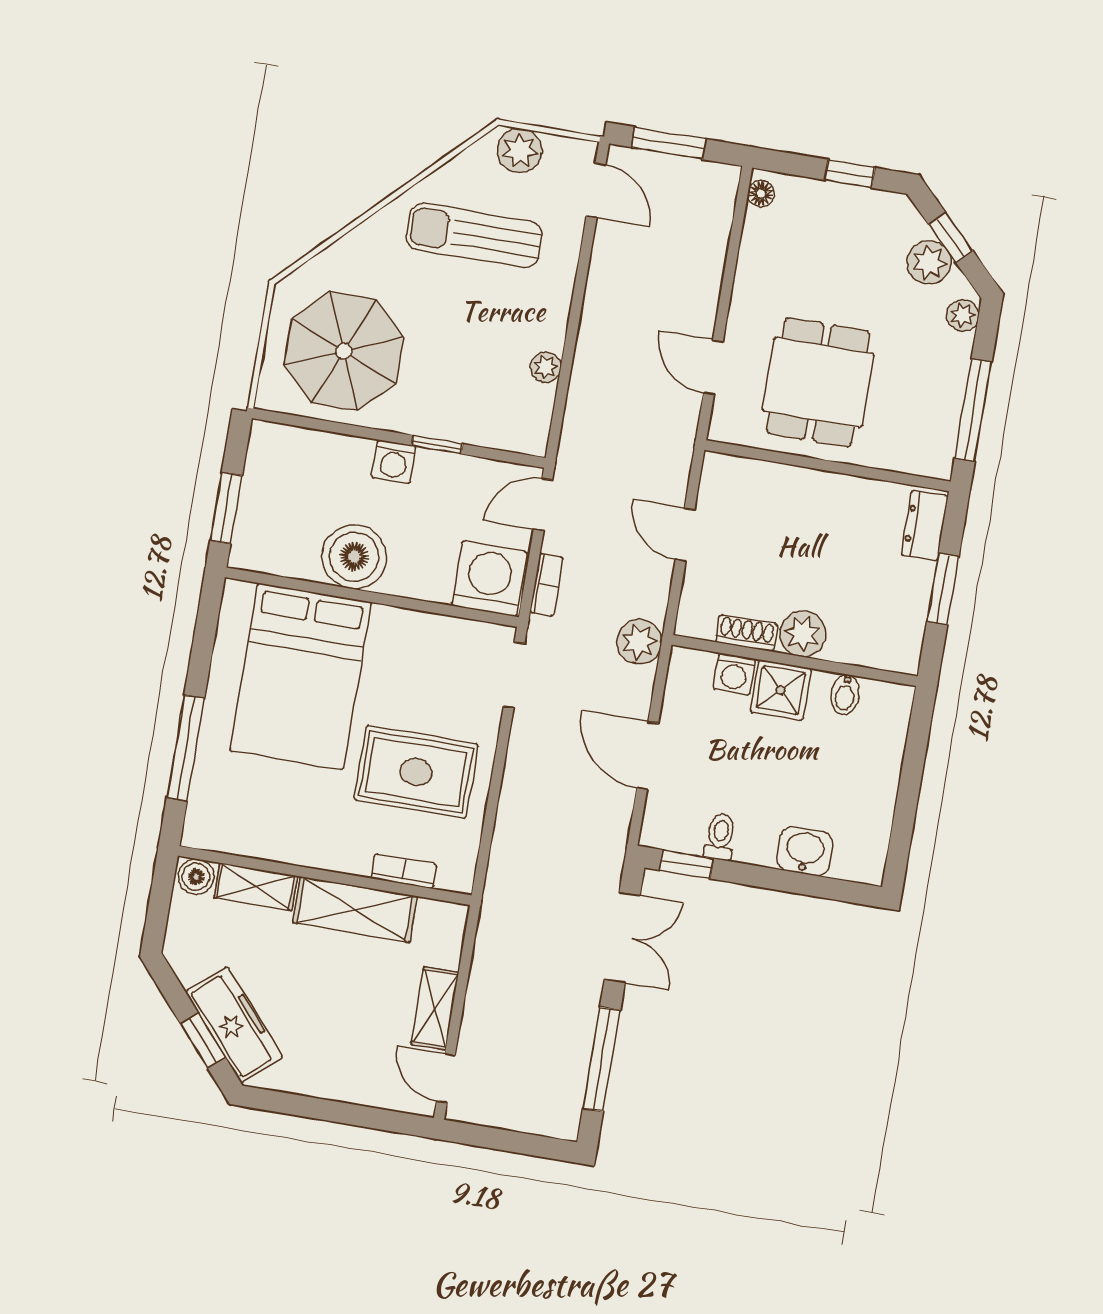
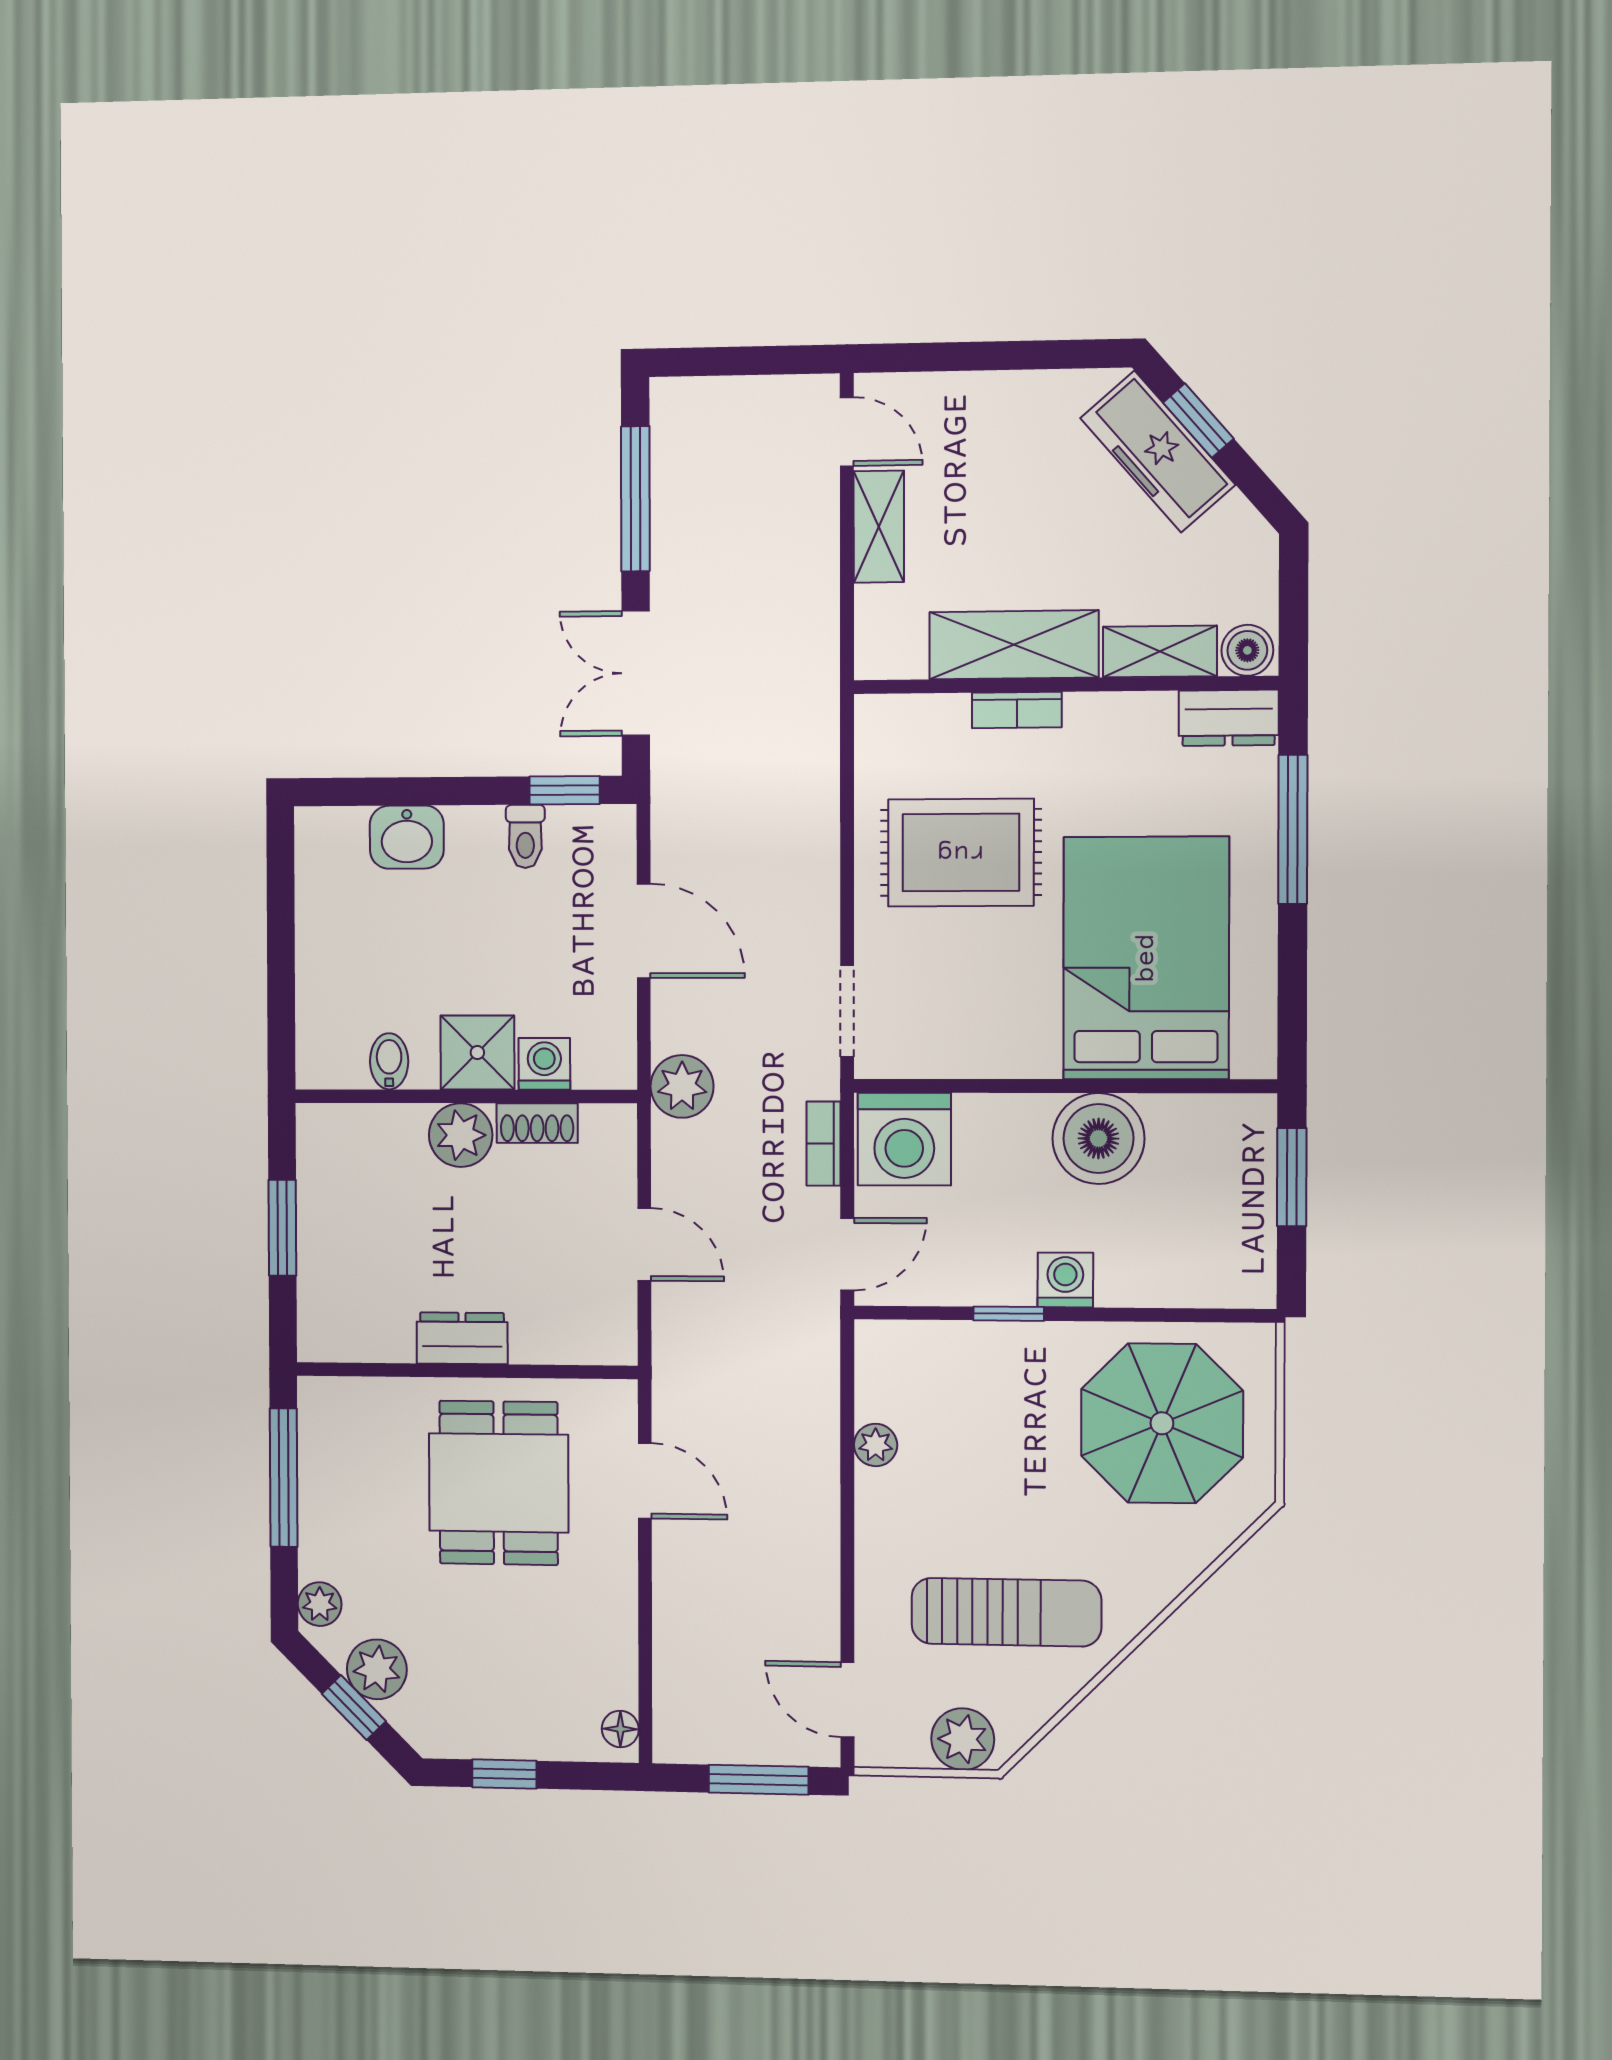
dresser: (925, 526) -> (462, 1338), moved, turned -90
dresser: (216, 833) -> (1229, 718), added
bookcase: (404, 871) -> (1017, 710), moved

